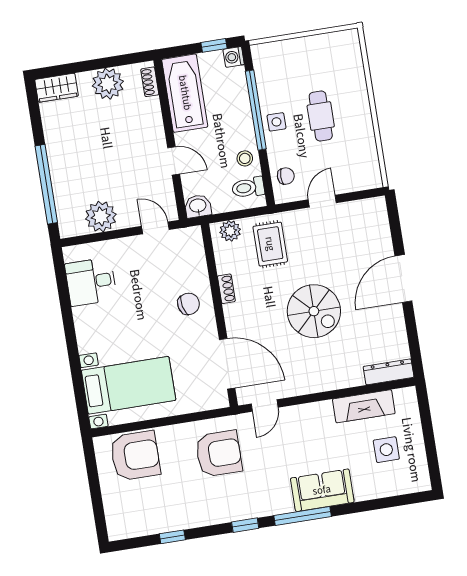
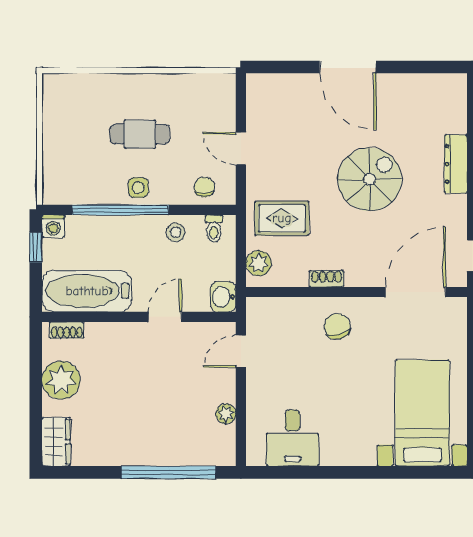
toilet: (248, 188) -> (214, 228), width x0.73, depth x0.72
plant: (101, 217) -> (226, 414), width x0.53, depth x0.53
dresser: (389, 372) -> (456, 164), moved

